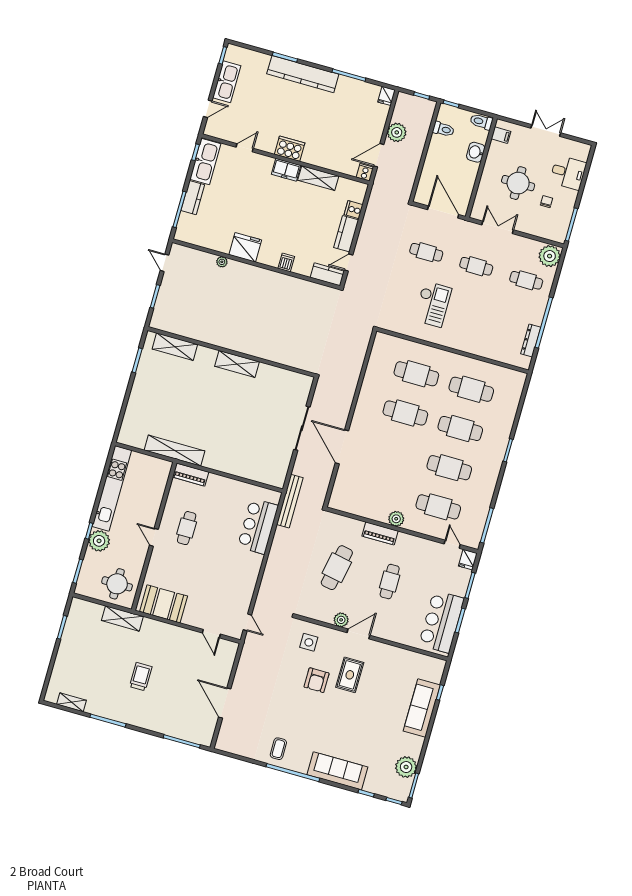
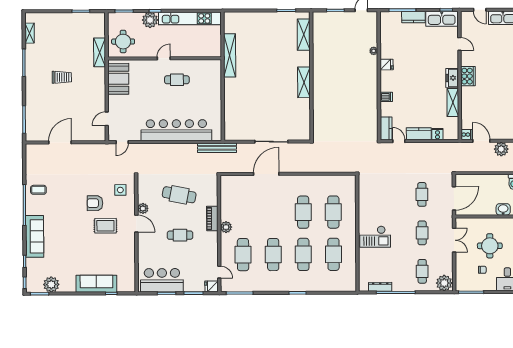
fridge: (245, 247) -> (387, 65), width x0.53, depth x0.75
checkout: (433, 304) -> (375, 237), moved
piano: (191, 475) -> (216, 72), removed
bar counter: (258, 526) -> (176, 130), width x1.86
door: (452, 544) -> (219, 272), hinge flipped

